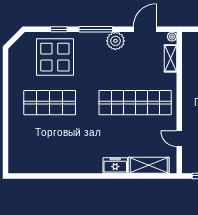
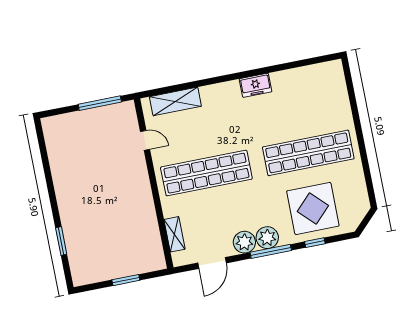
plant: (172, 37) -> (267, 238), moved, width x1.88, depth x1.88
shop shelf: (50, 103) -> (308, 153), width x1.40
freezer: (115, 165) -> (256, 85), moved

